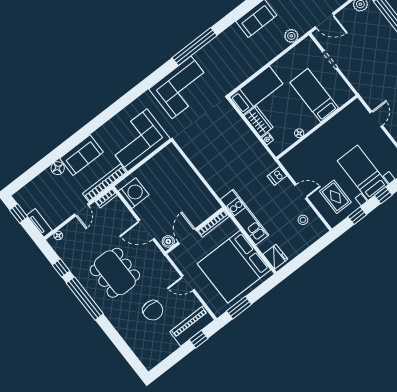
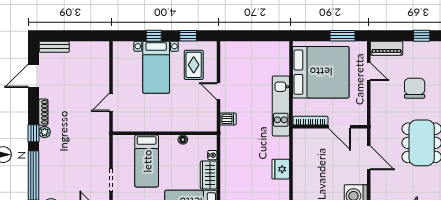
stool: (303, 220) -> (235, 67), removed
door: (187, 236) -> (340, 127), hinge flipped
boiler: (168, 242) -> (358, 134), removed
fridge: (275, 257) -> (281, 169), moved
door: (188, 283) -> (369, 72), moved
piano: (192, 326) -> (387, 48), width x0.73, depth x0.75
window: (199, 339) -> (422, 36), moved

